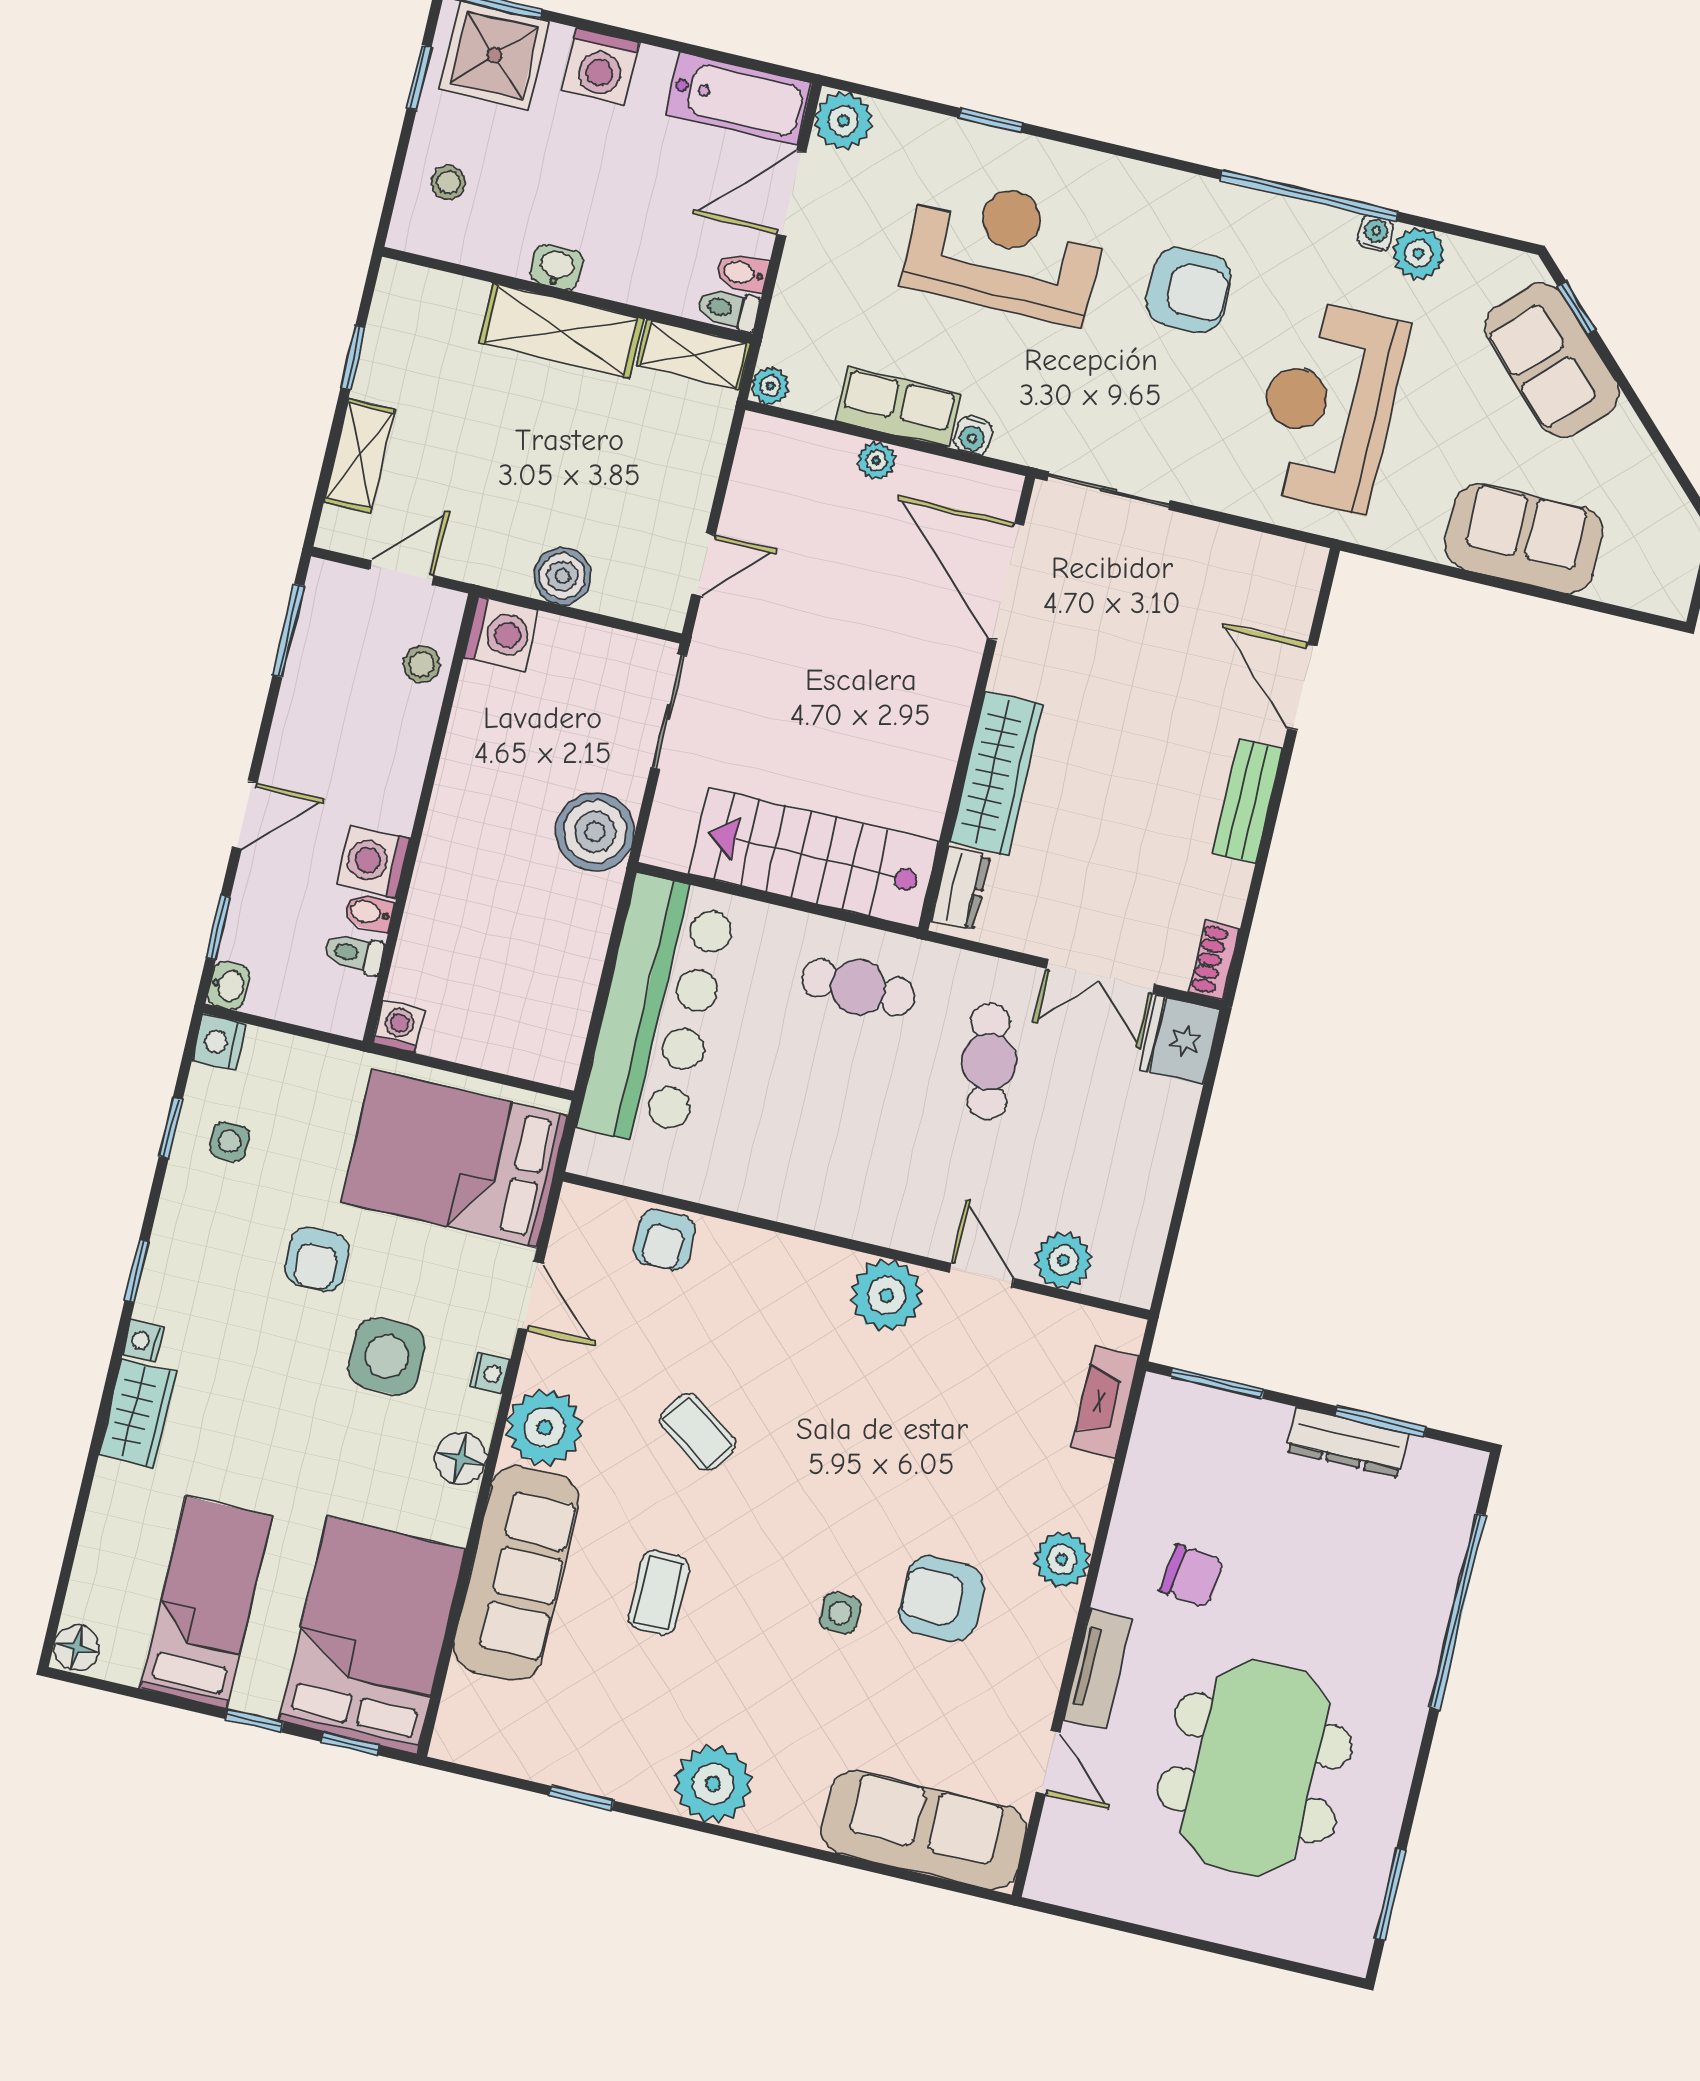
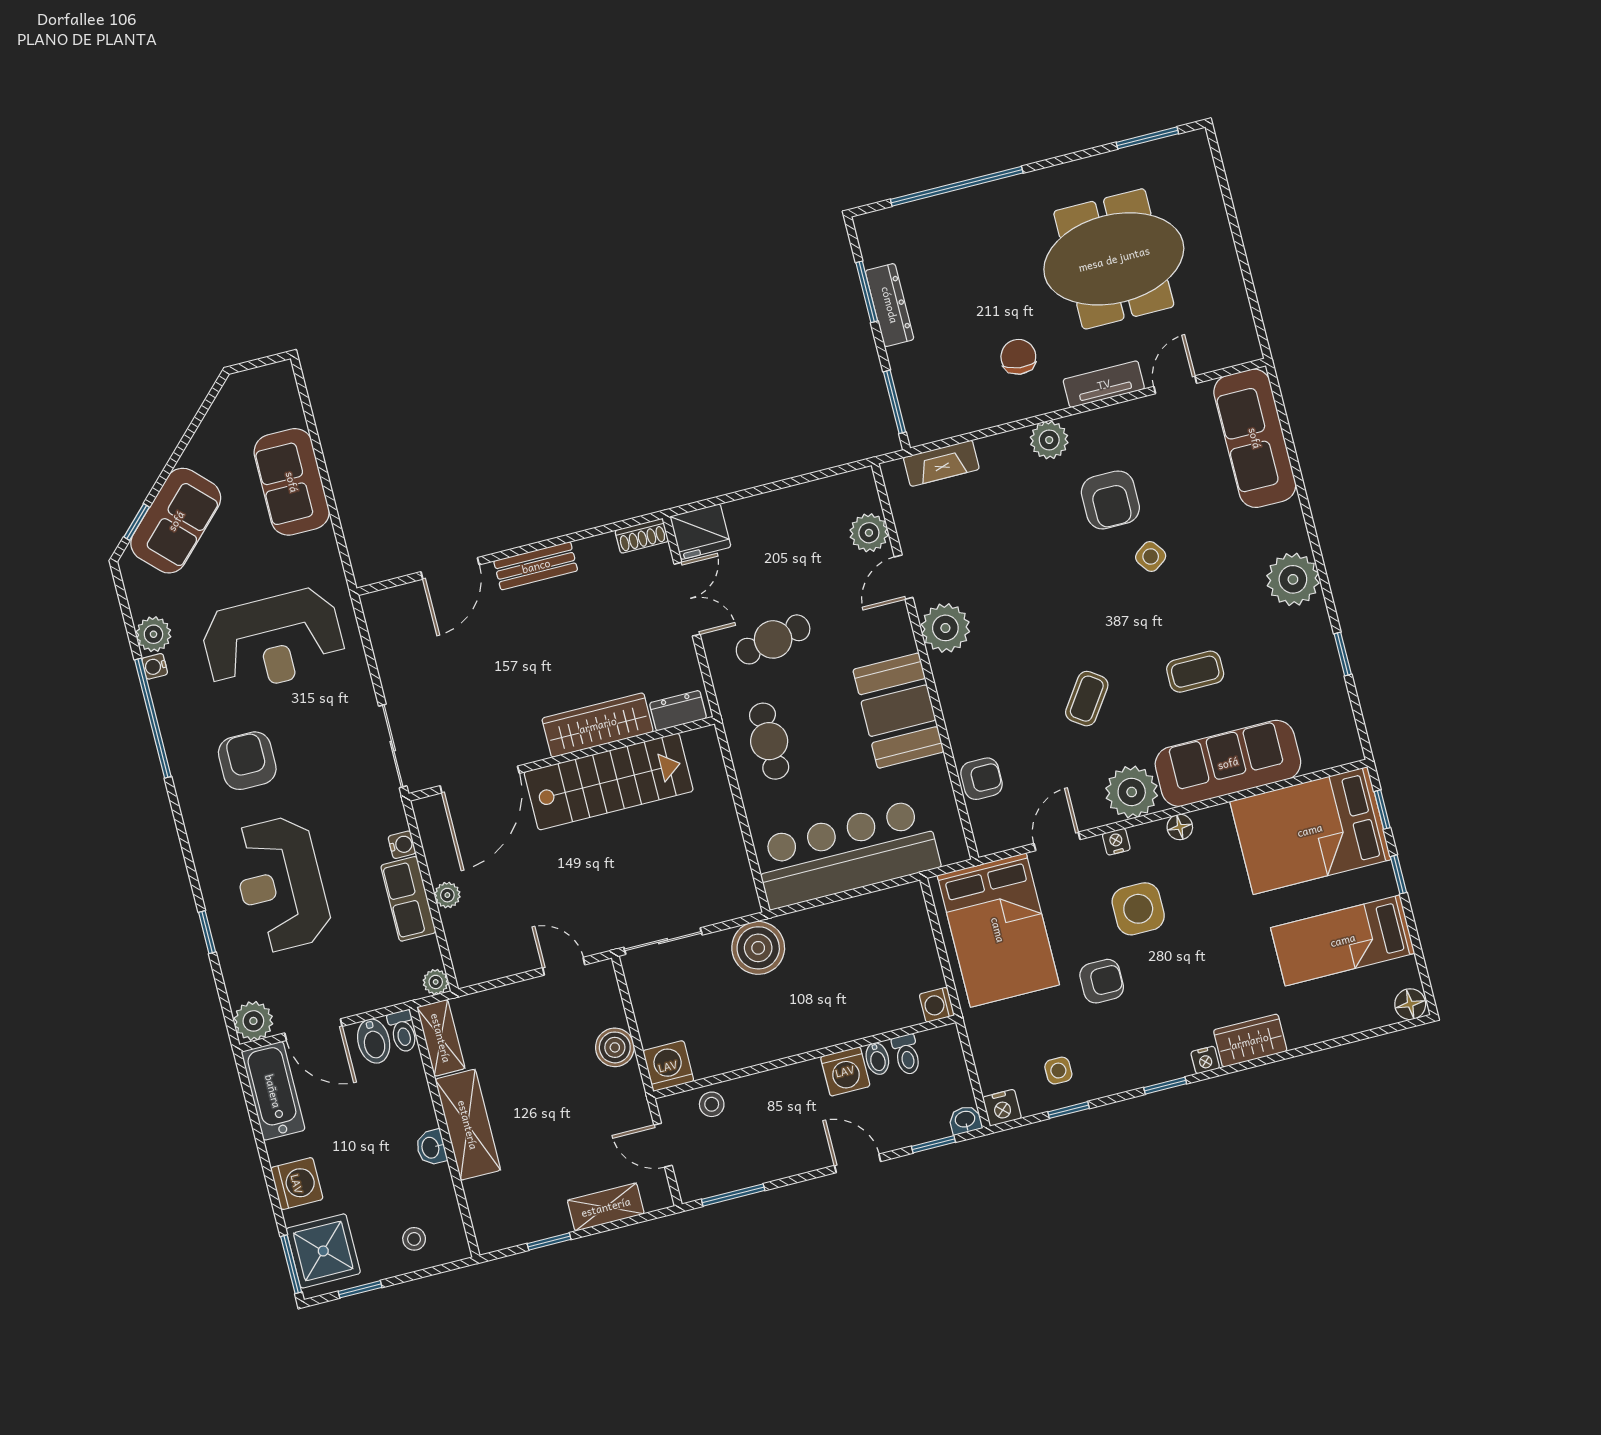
bidet: (742, 273) -> (374, 1041), width x1.38, depth x1.36
stairs: (814, 858) -> (609, 782), moved, turned -90
booth: (810, 1177) -> (898, 711), added
floor lamp: (460, 1458) -> (1180, 827), width x0.73, depth x0.73
side table: (840, 1613) -> (1151, 557), turned -36

